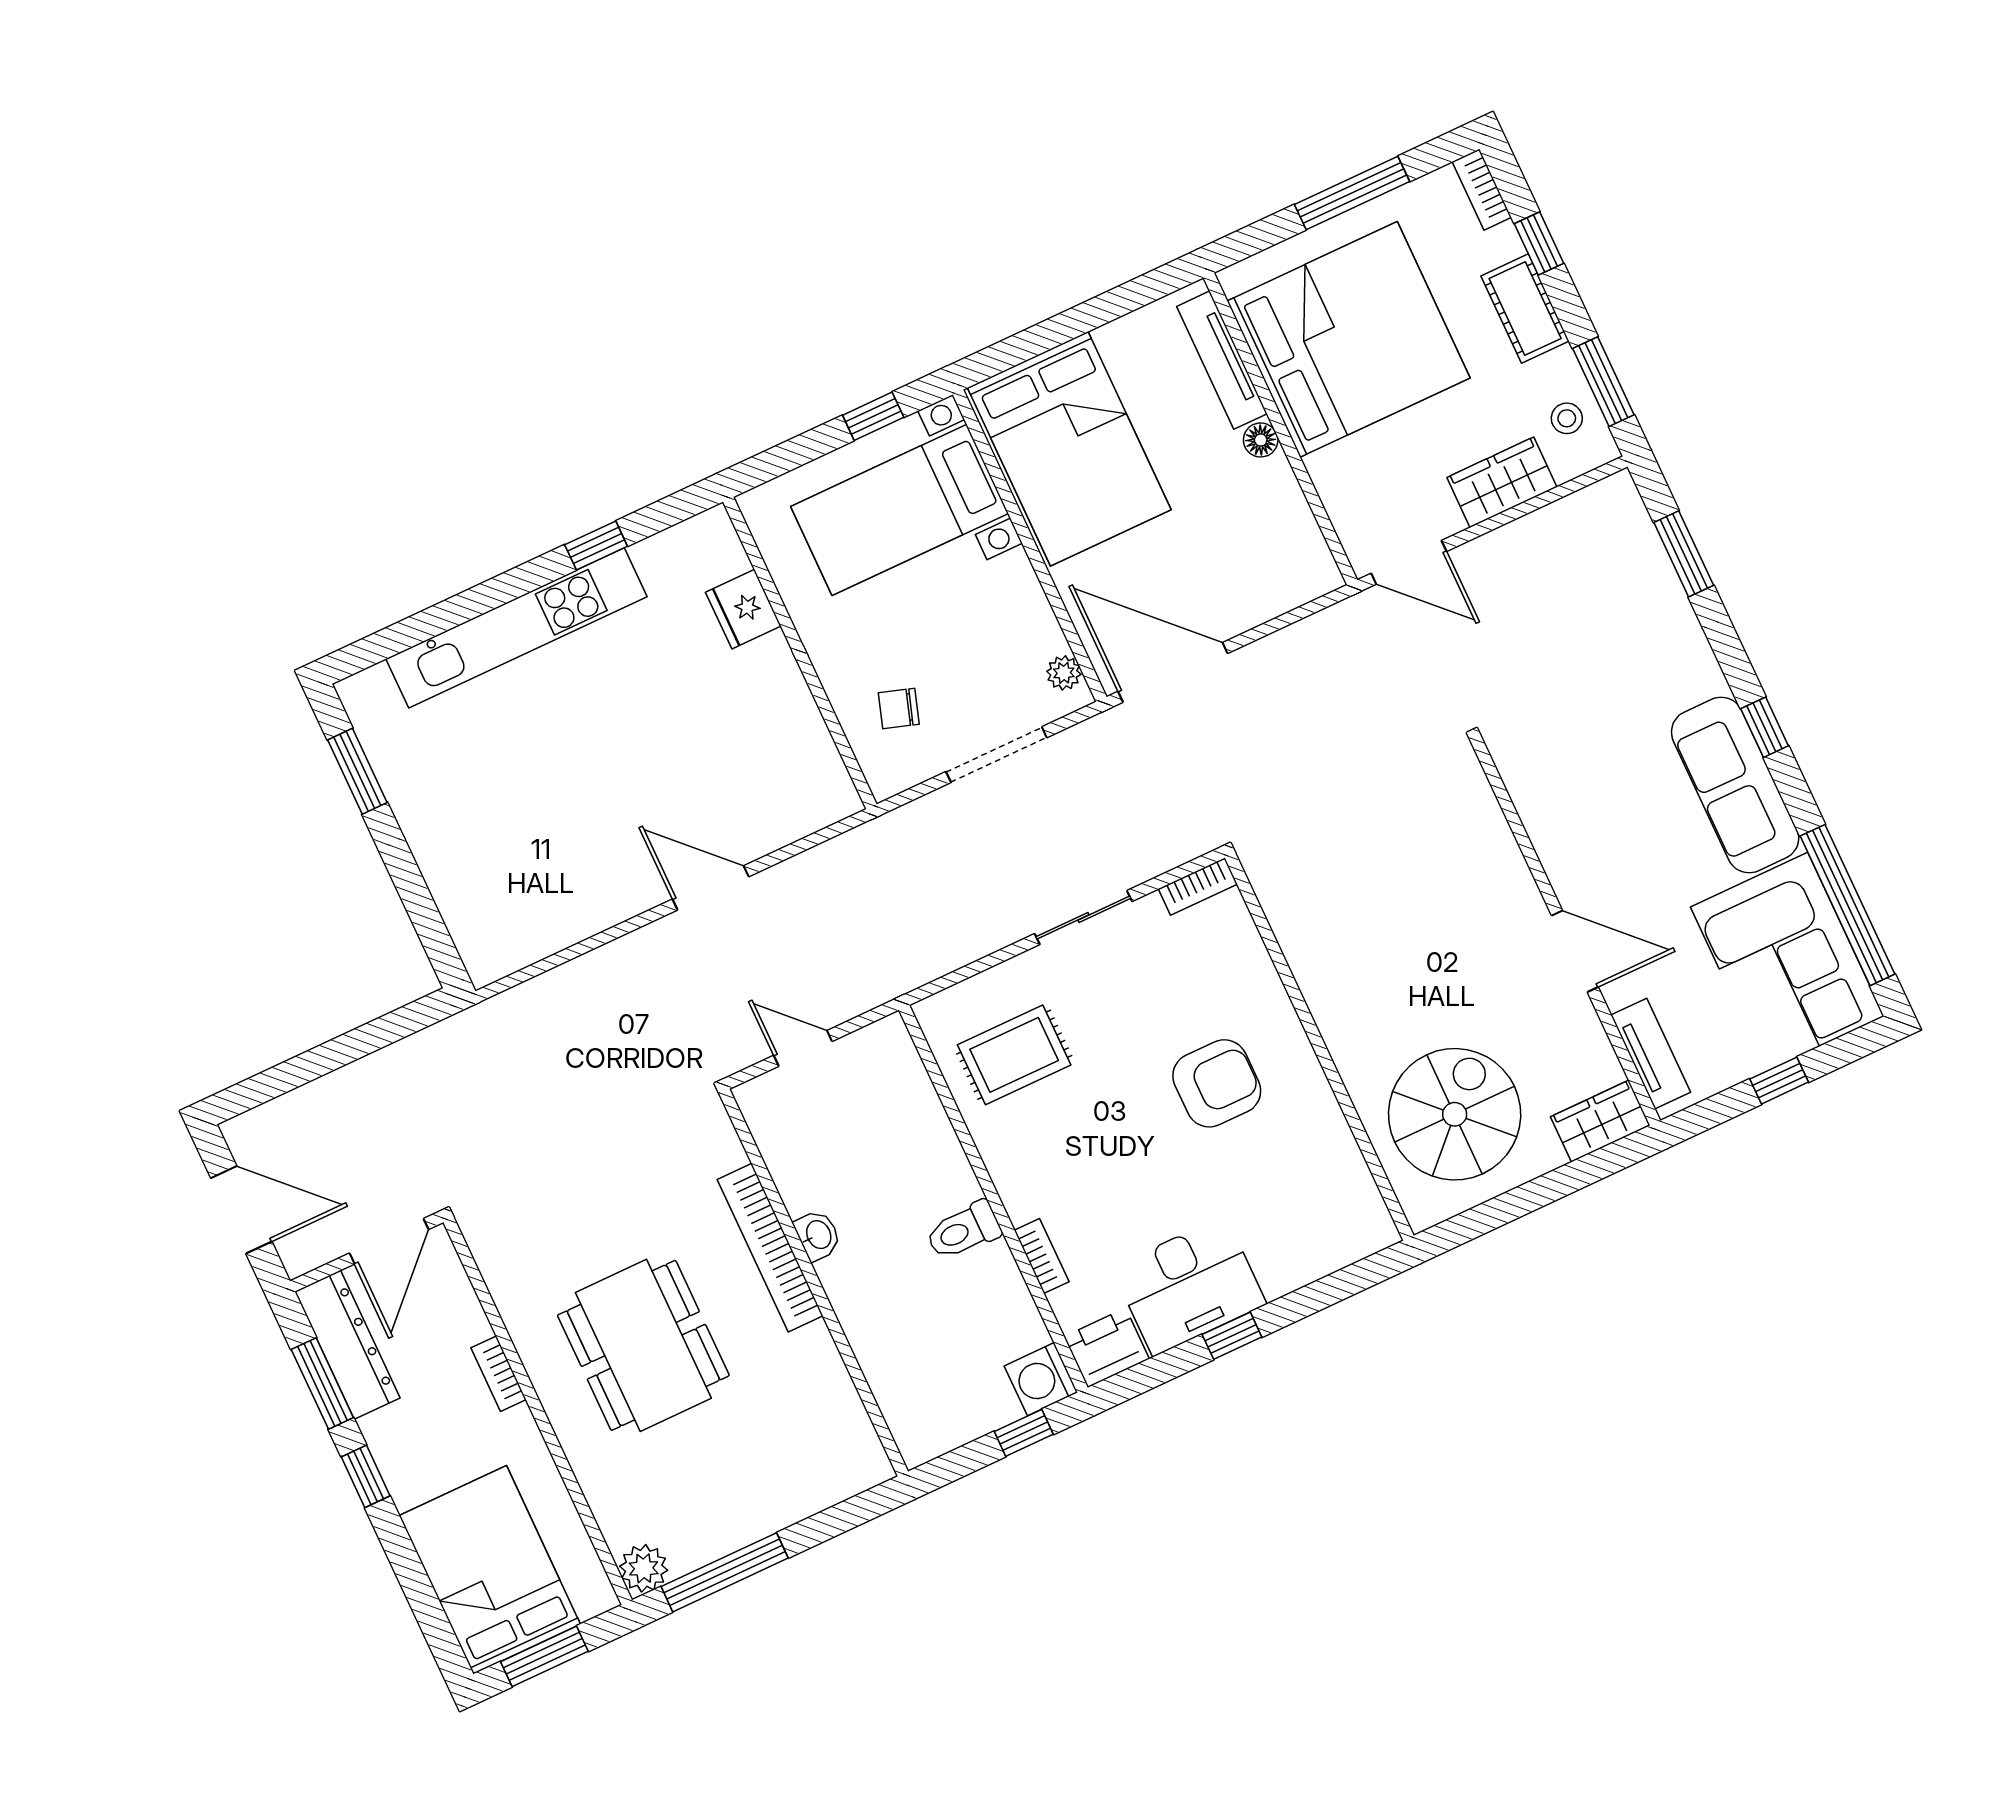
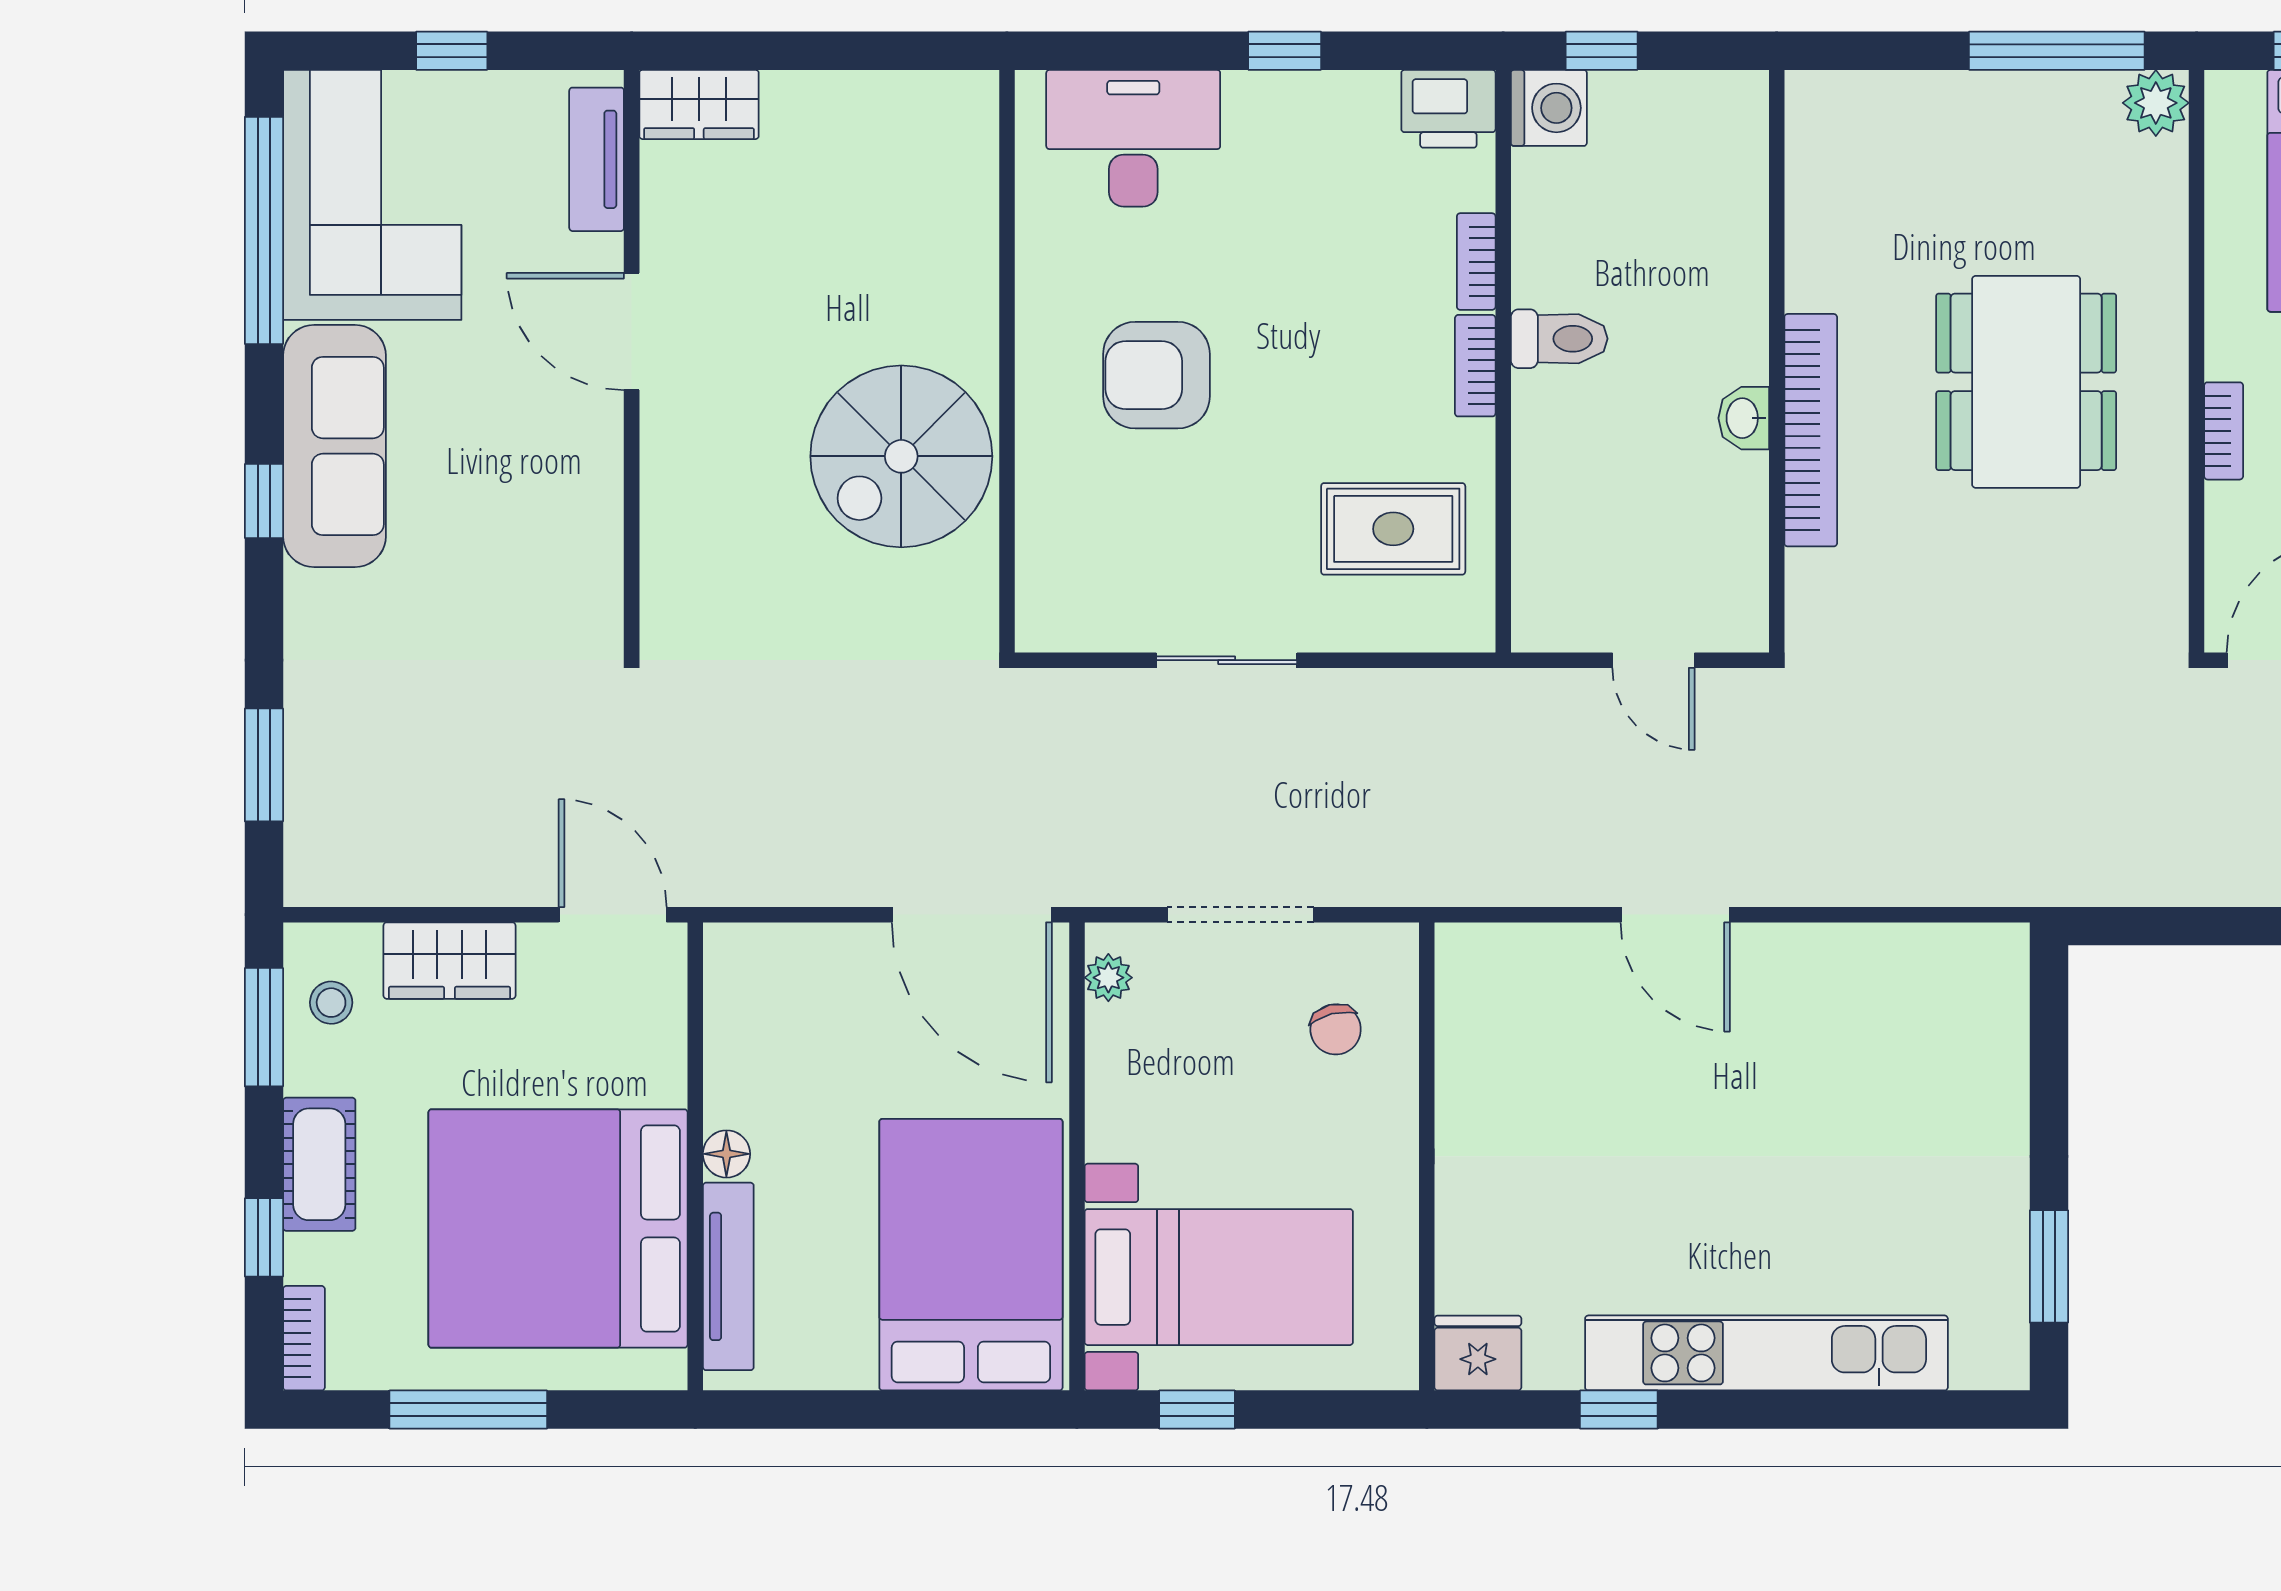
fridge: (743, 609) -> (1478, 1353), moved, turned -90
chair: (899, 708) -> (1336, 1029), turned 58
bookcase: (1198, 887) -> (1475, 366), moved, turned -90
spiral stairs: (1455, 1114) -> (901, 456), moved
desk: (1189, 1286) -> (1133, 138), moved

